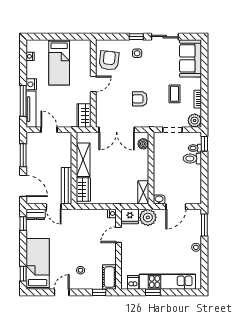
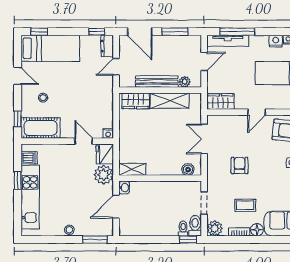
nightstand: (31, 84) -> (276, 41), moved
door: (93, 84) -> (257, 112), hinge flipped
floor lamp: (196, 84) -> (257, 230), added
double door: (117, 130) -> (204, 139), width x0.73
plant: (67, 147) -> (185, 82), added
toilet: (192, 159) -> (195, 226), moved
door: (23, 186) -> (140, 32), hinge flipped
bench: (66, 186) -> (157, 81), moved
door: (176, 207) -> (116, 207), hinge flipped
cot: (109, 277) -> (41, 128), width x1.37, depth x1.34

